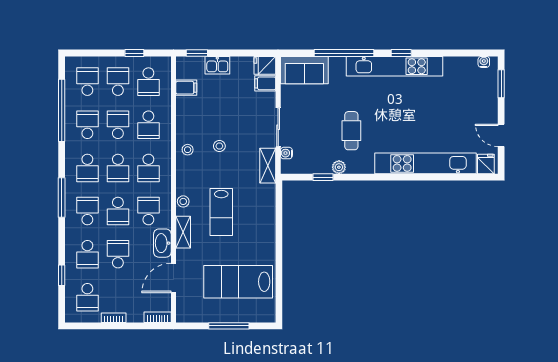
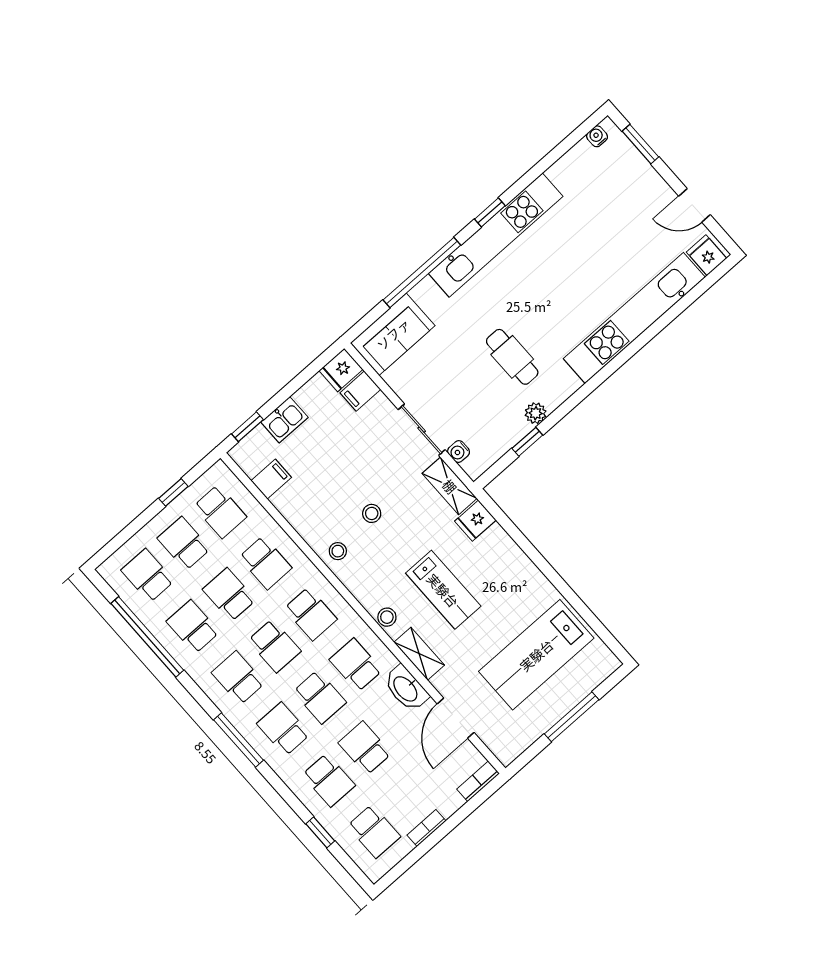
school desk: (87, 168) -> (238, 678), turned 180
fridge: (265, 193) -> (475, 521), added

